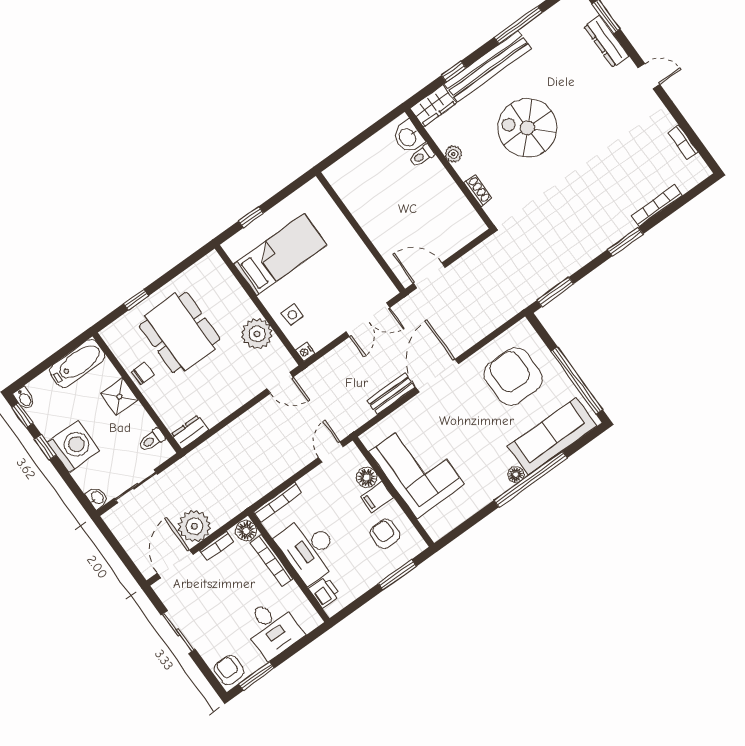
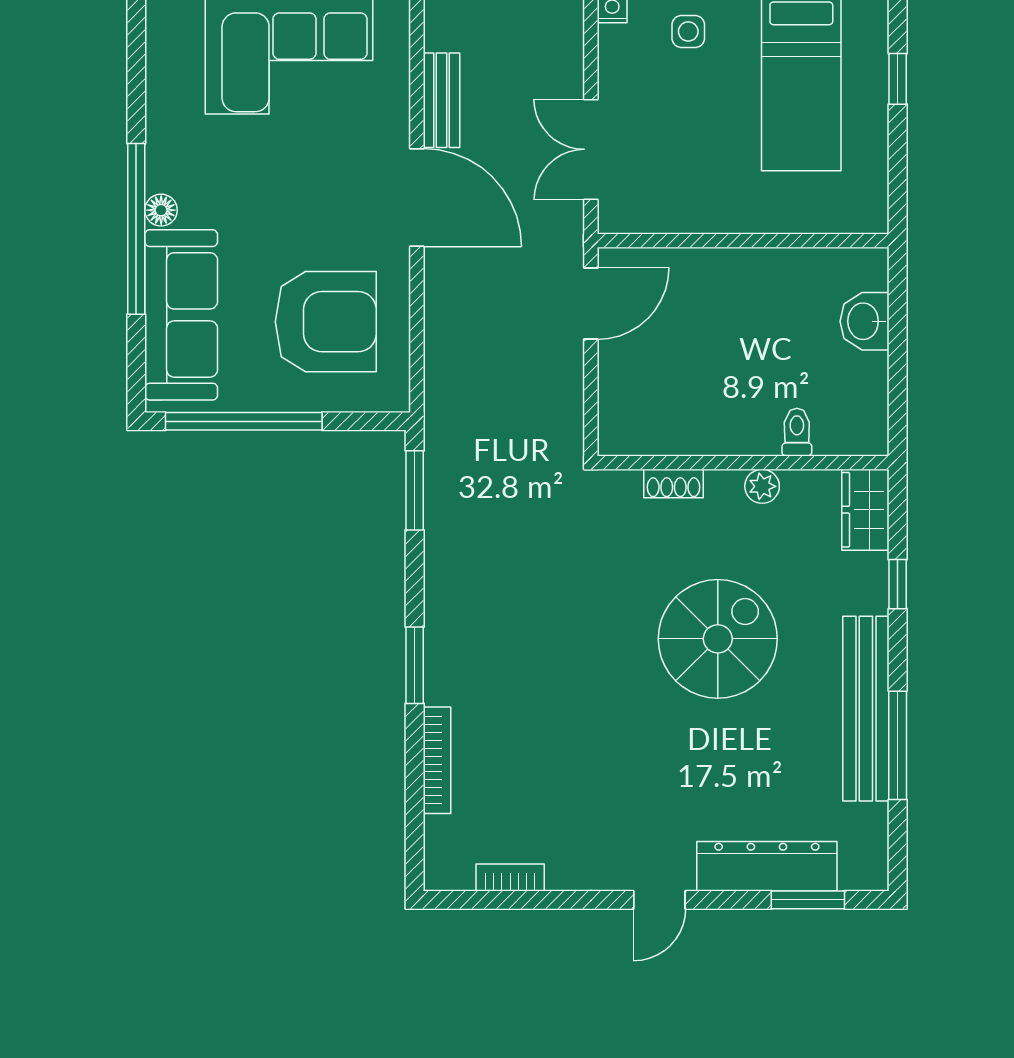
dresser: (606, 41) -> (767, 866), width x1.37, depth x1.24
bench: (488, 66) -> (866, 709), moved
washbasin: (408, 137) -> (865, 321), moved, turned -90

